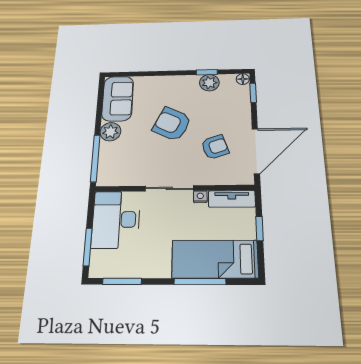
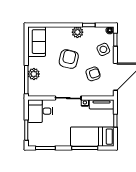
plant: (209, 83) -> (77, 32), moved
side table: (233, 108) -> (103, 49), added
armchair: (172, 124) -> (69, 59), turned 77
plant: (110, 132) -> (34, 74), moved
desk: (116, 220) -> (40, 111), width x0.73

